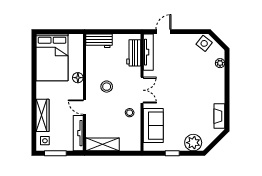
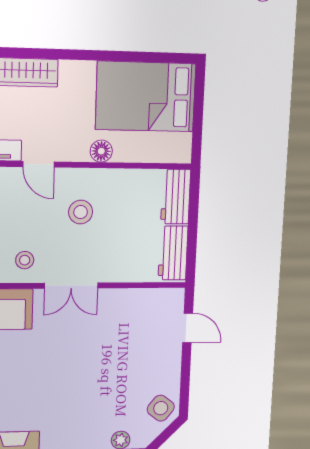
tv unit: (148, 52) -> (148, 298), removed
workbench: (134, 53) -> (173, 253), moved, turned -90
door: (84, 107) -> (39, 164), swing flipped

